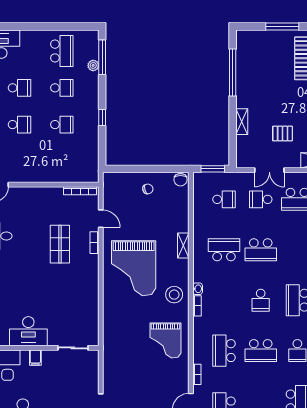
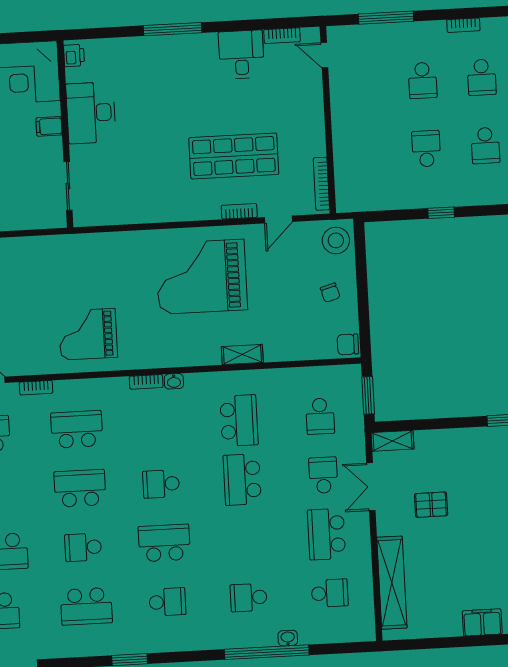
shelving: (242, 122) -> (393, 441), moved
school desk: (62, 125) -> (426, 149), turned 180
pallet: (283, 134) -> (431, 505), turned 90
shop shelf: (60, 244) -> (234, 156), width x1.43, depth x1.36
stool: (174, 295) -> (336, 240), moved
school desk: (261, 351) -> (80, 488), turned 90

